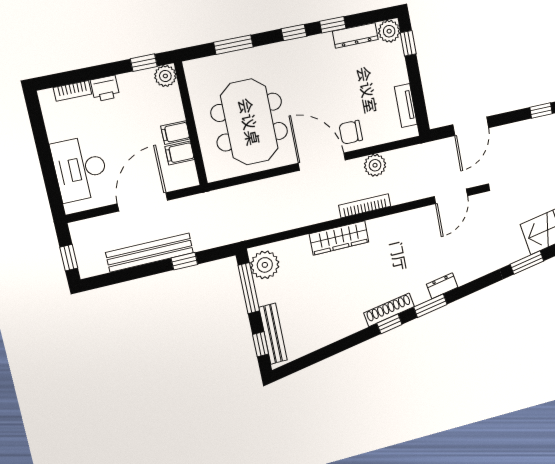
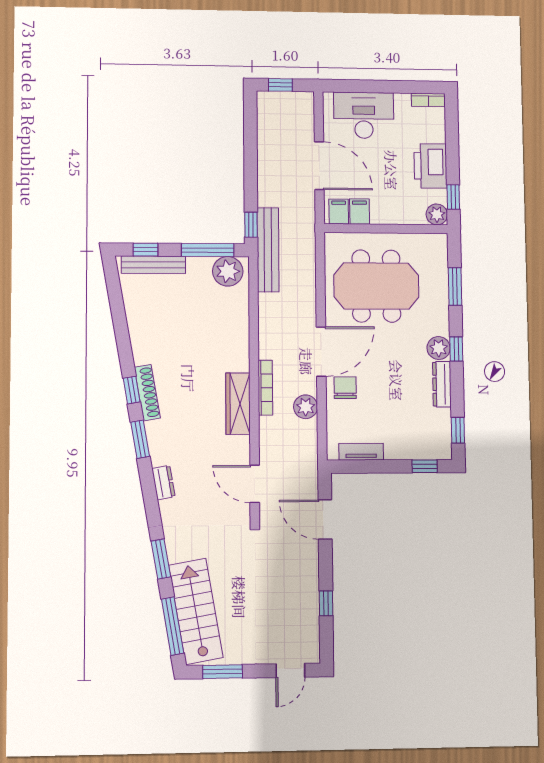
window: (333, 25) -> (458, 430), moved
plant: (389, 31) -> (439, 348), moved
dresser: (355, 35) -> (442, 384), moved
printer: (105, 89) -> (430, 166), width x1.87, depth x1.48
bookcase: (72, 91) -> (428, 100), moved, turned -90
filing cabinet: (175, 133) -> (339, 212), moved
wardrobe: (339, 238) -> (238, 404), moved
bench: (150, 253) -> (268, 250), moved
window: (184, 261) -> (251, 225), moved
dresser: (442, 286) -> (163, 483), moved

